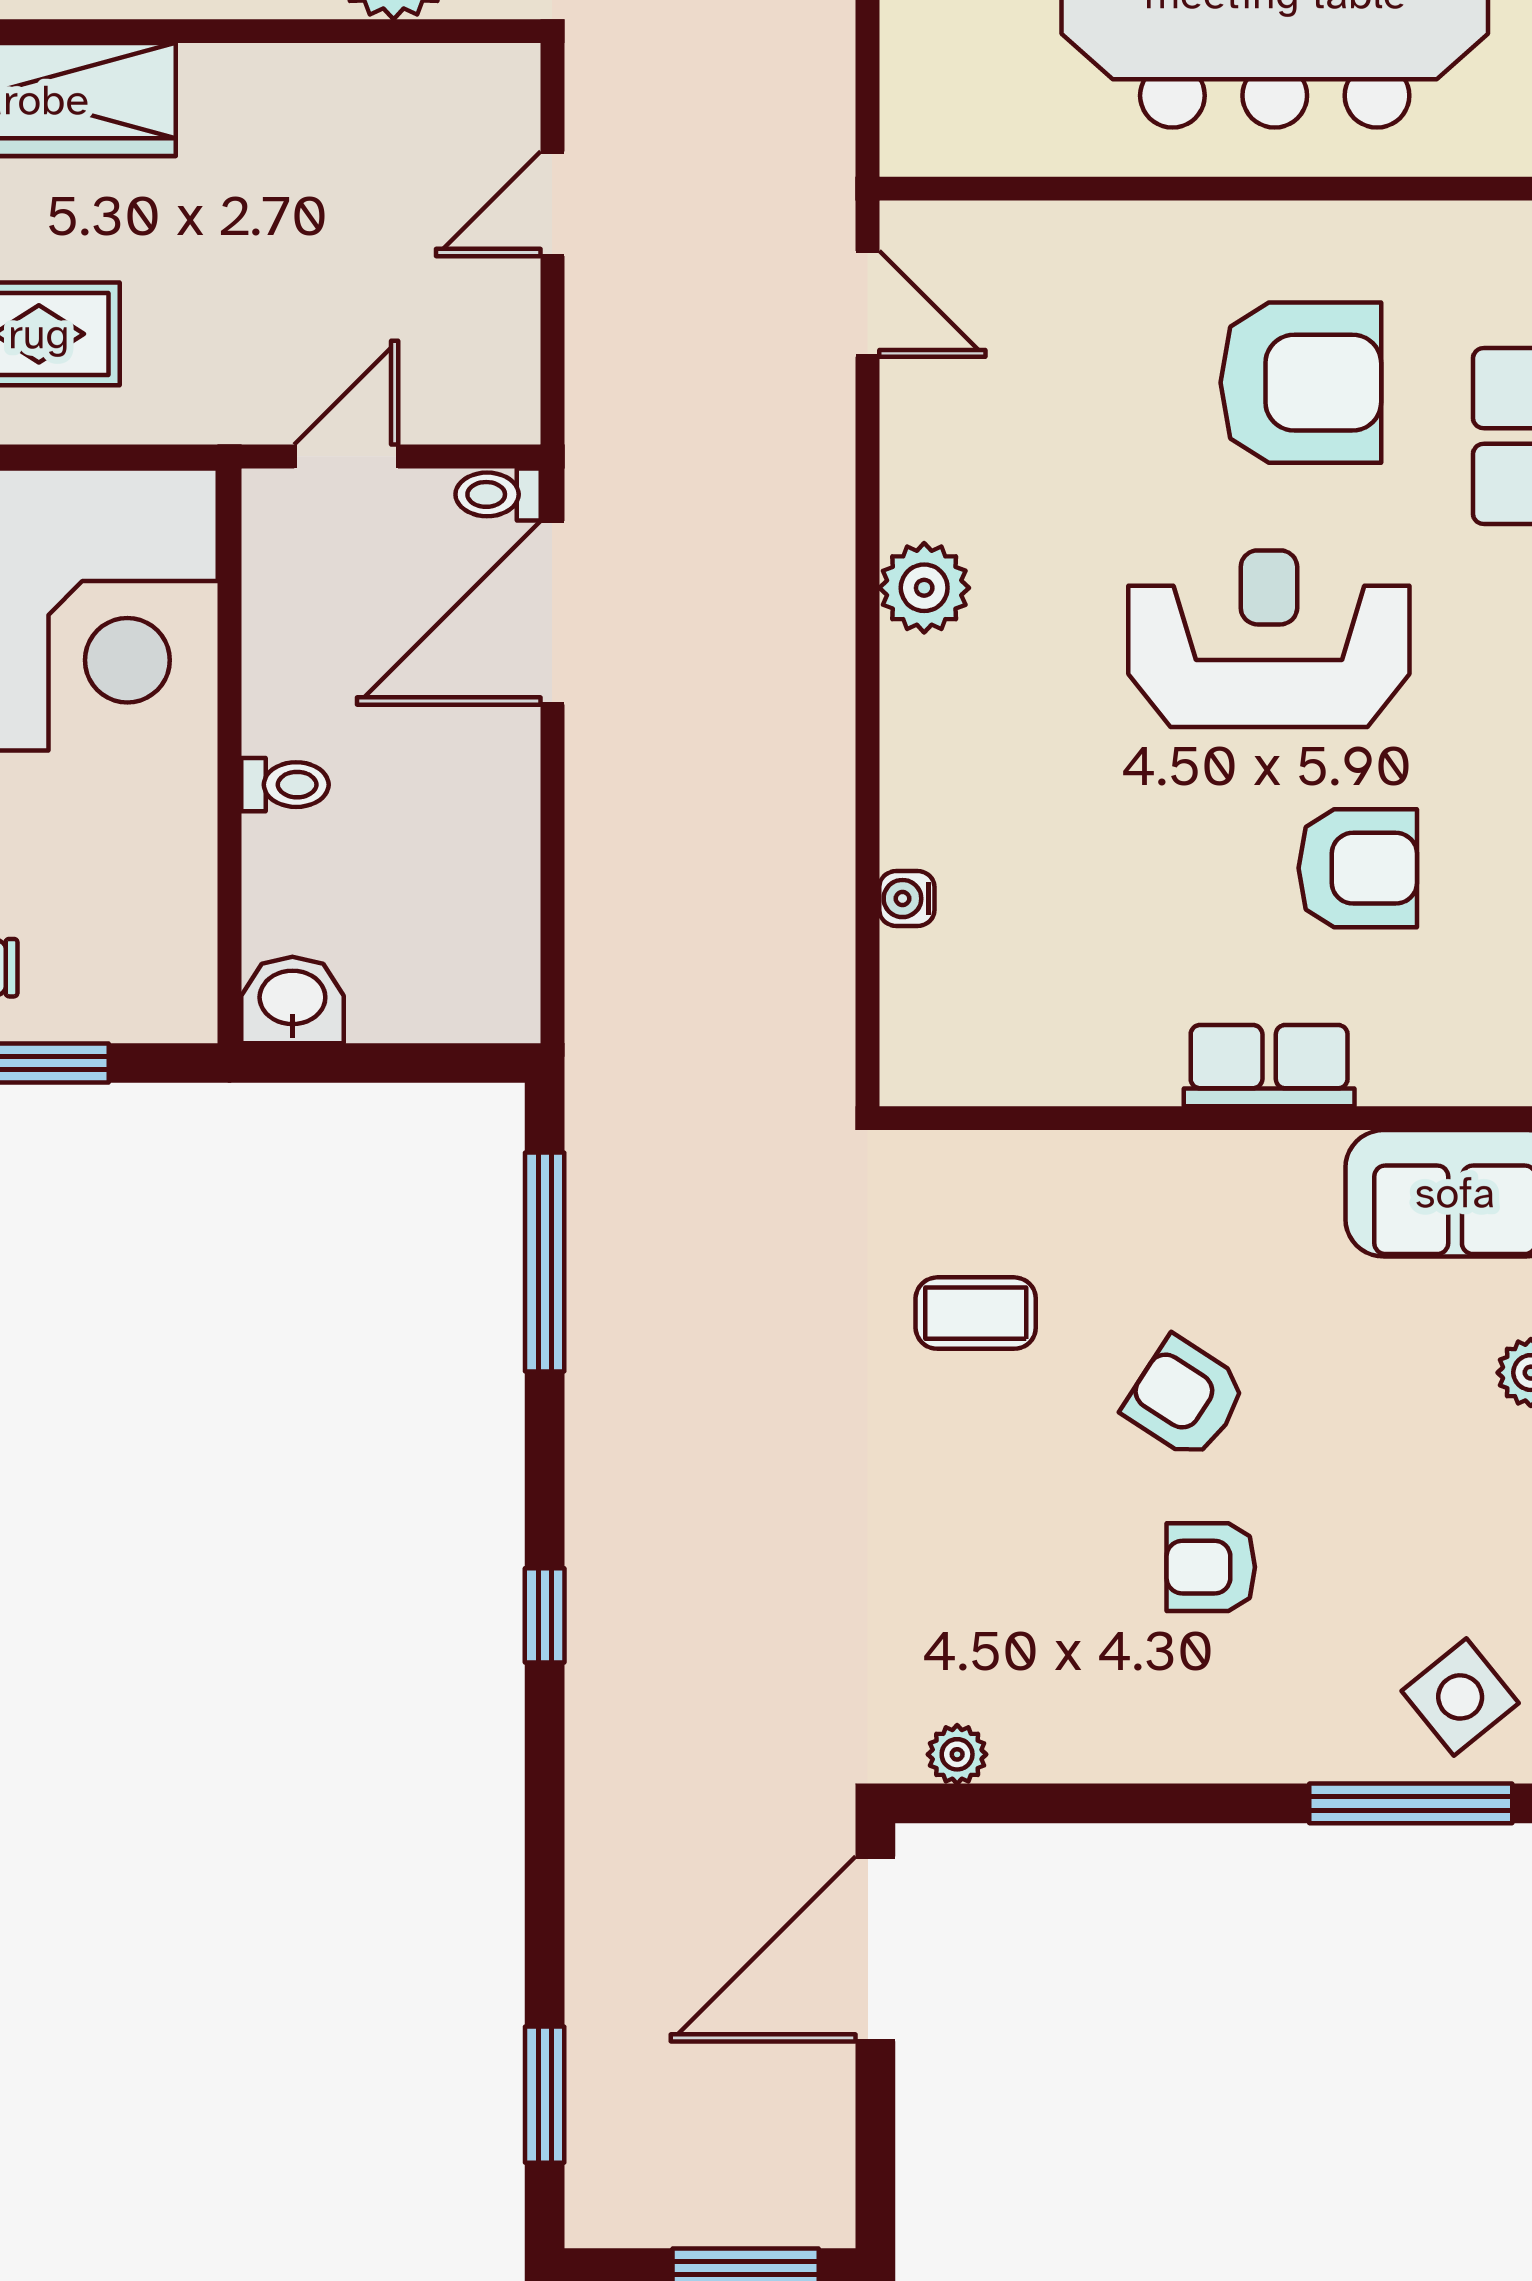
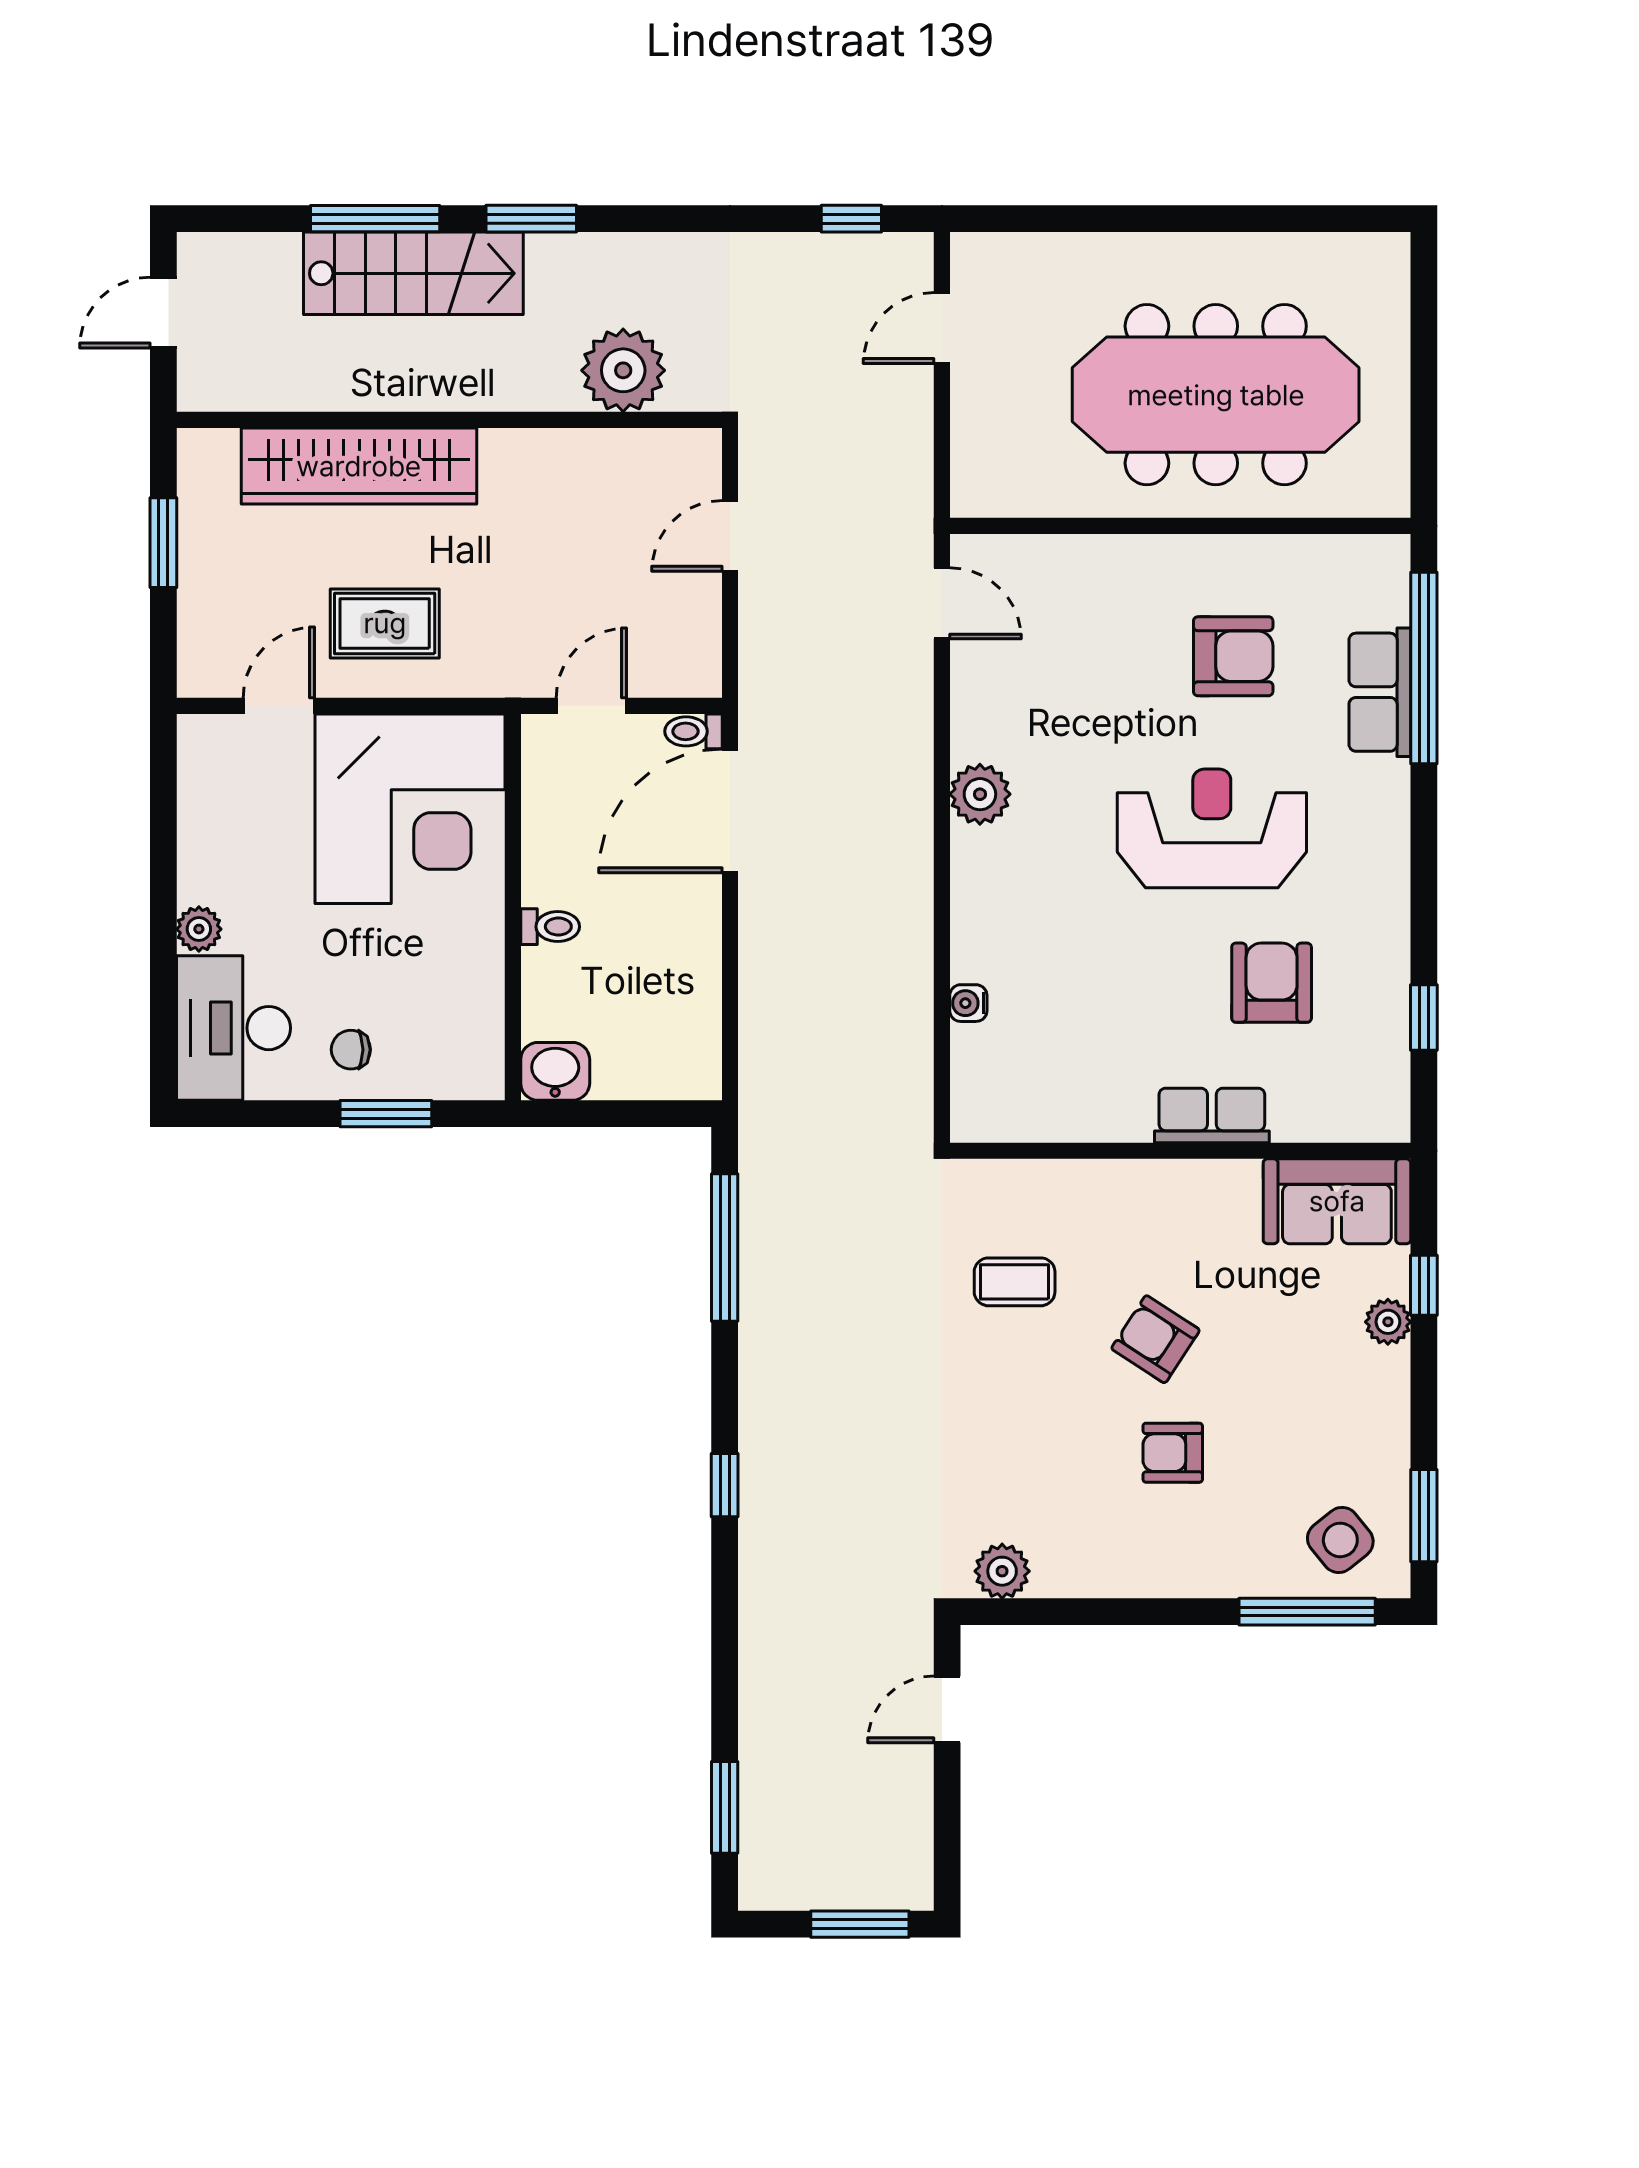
armchair: (1301, 383) -> (1233, 656), width x0.73, depth x0.73
armchair: (1358, 868) -> (1272, 983), turned -90
plant: (957, 1754) -> (1002, 1571), width x1.38, depth x1.38
door: (875, 1949) -> (947, 1709), width x0.53

